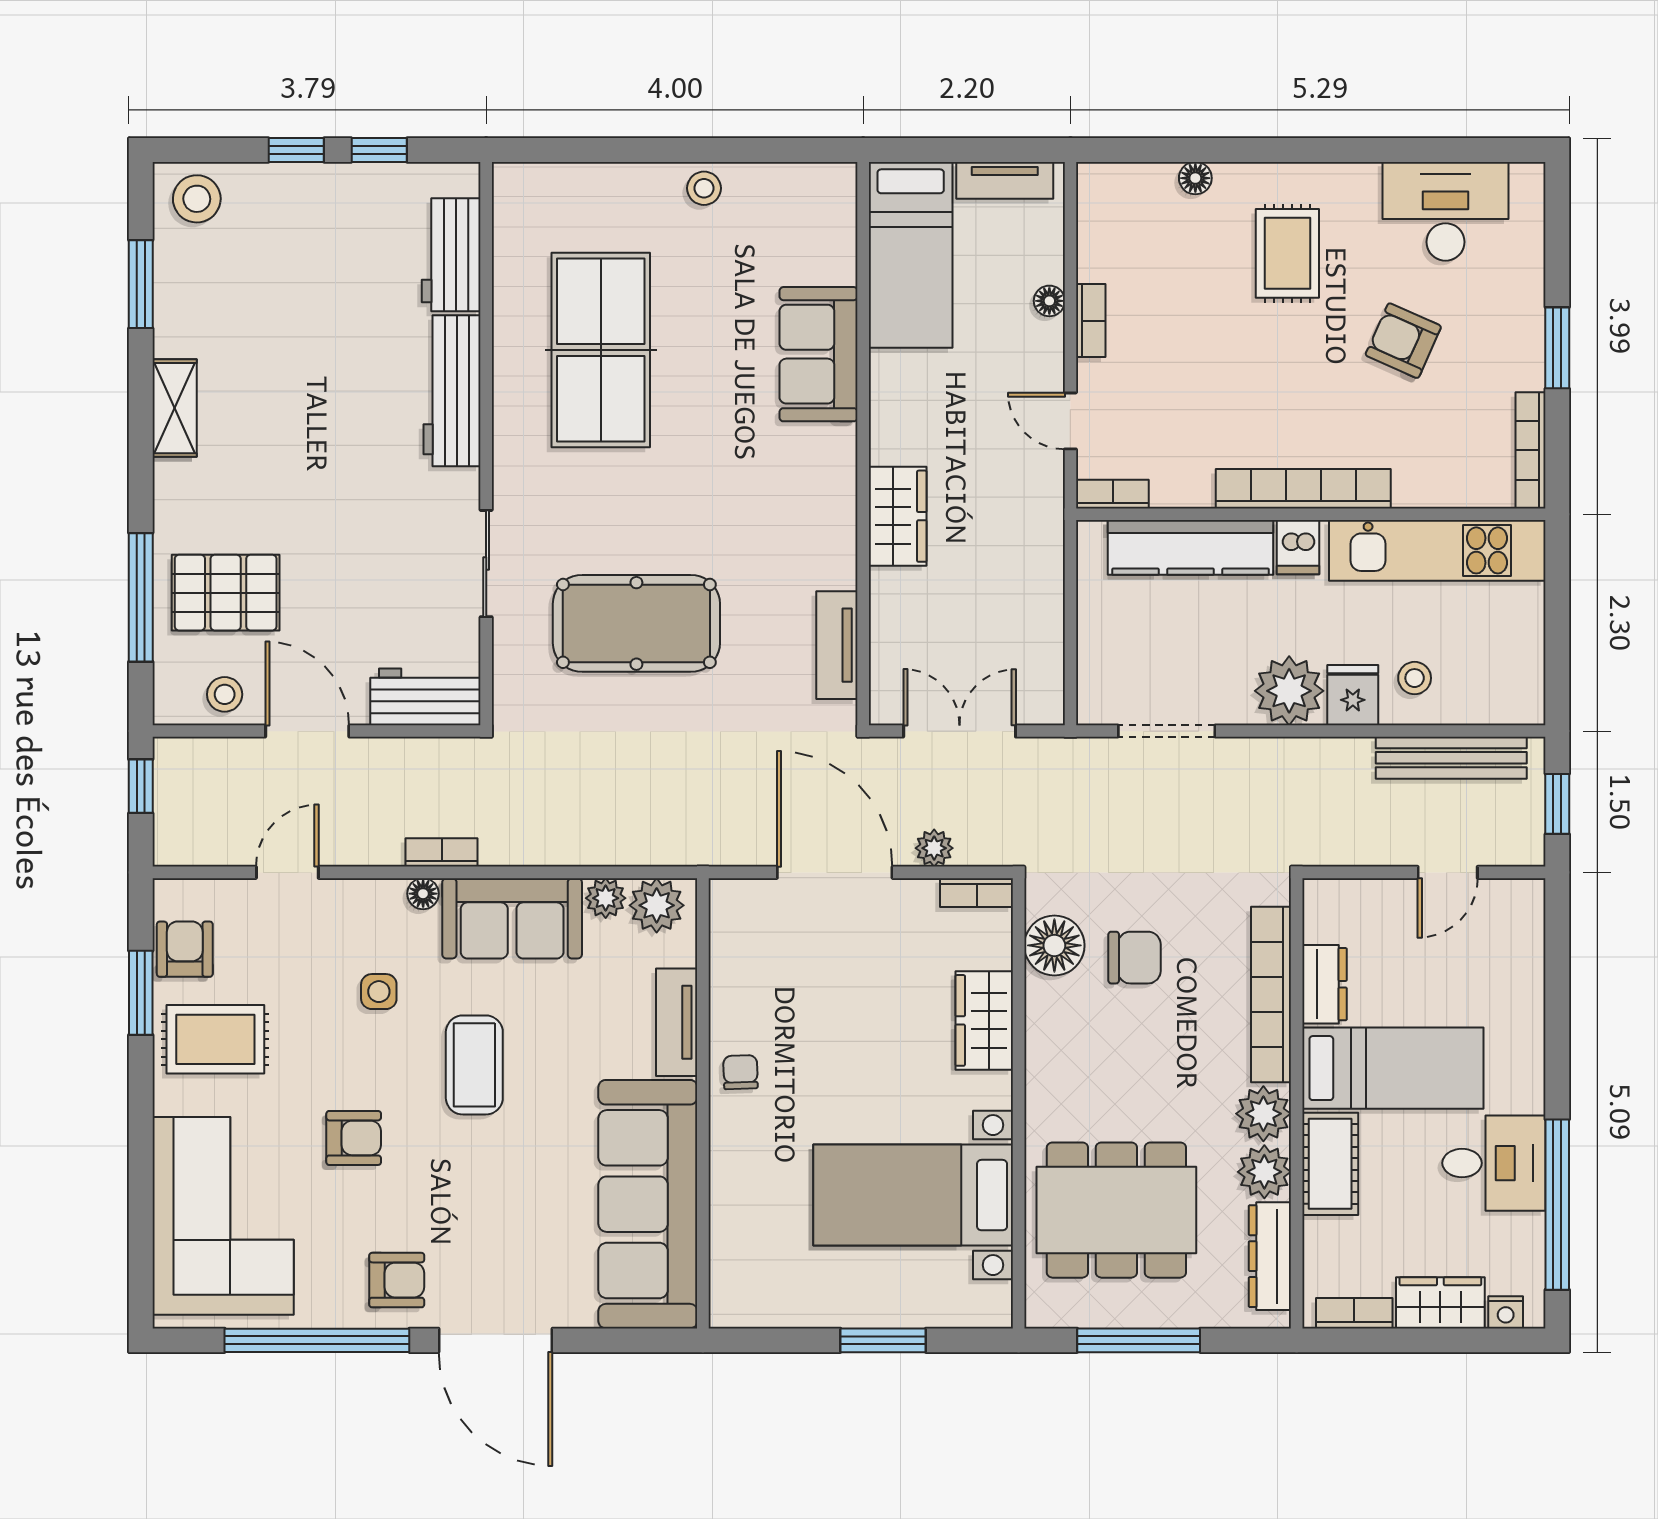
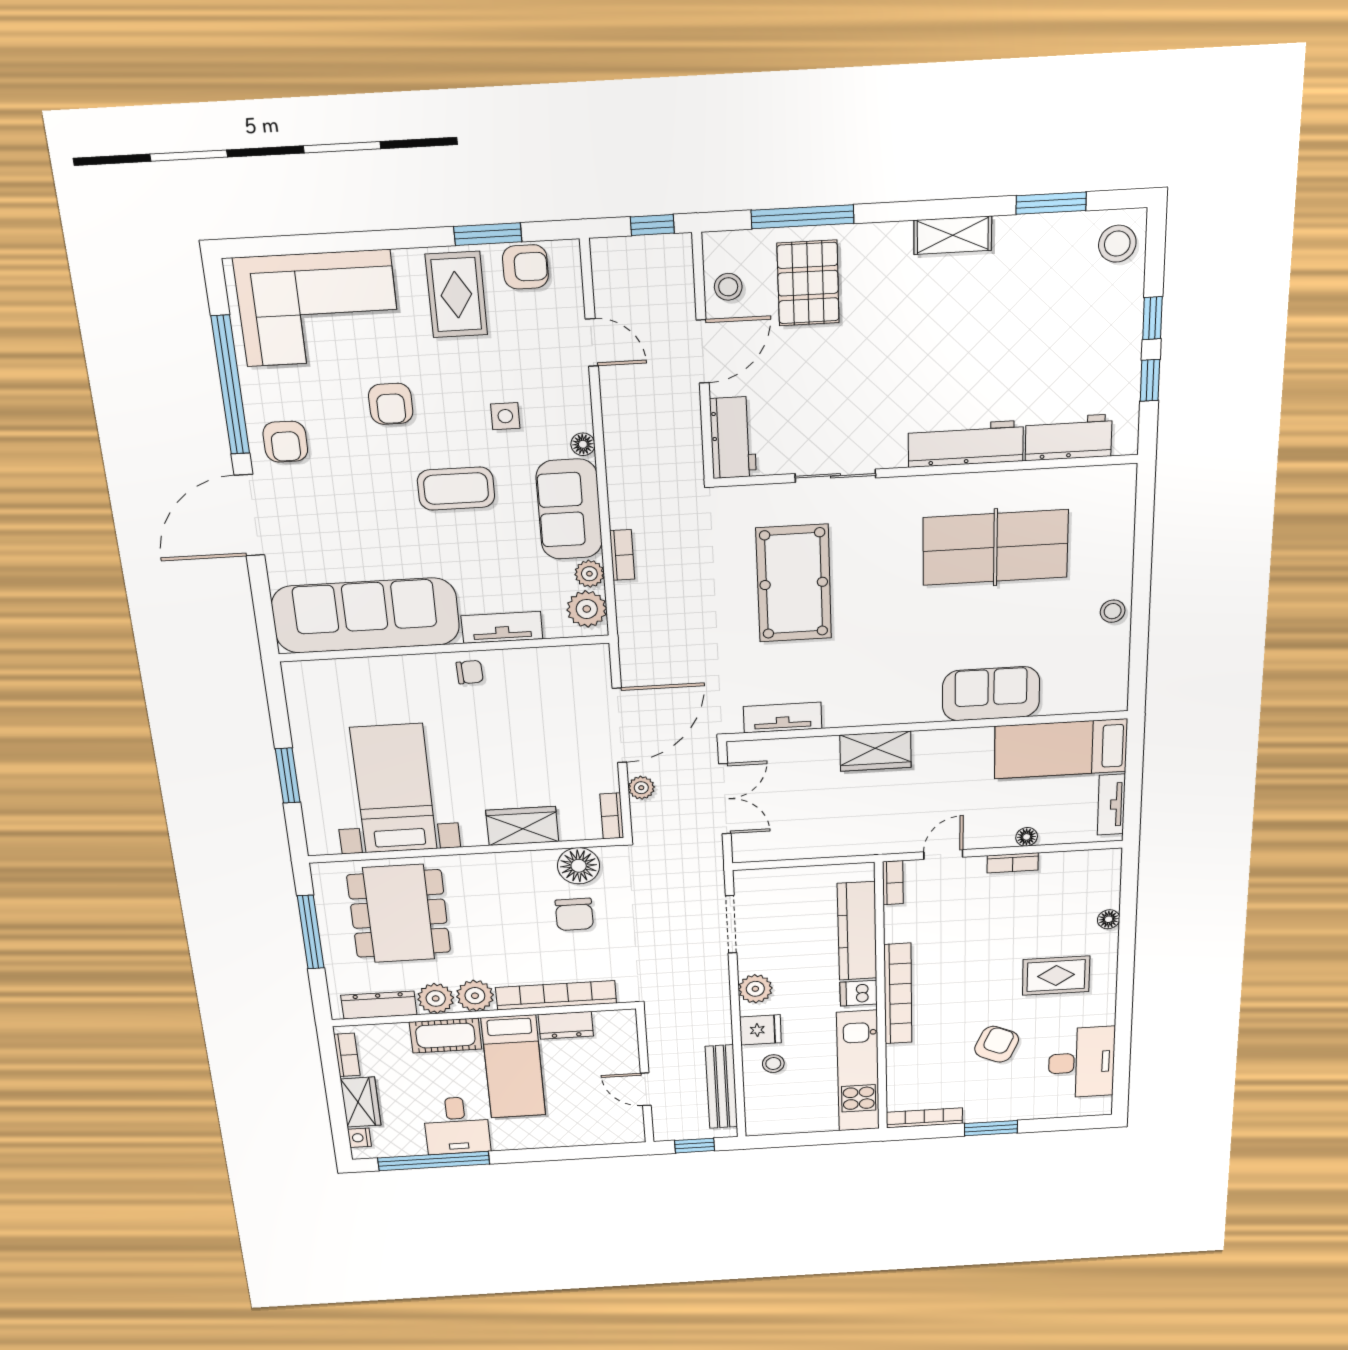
plant: (1289, 691) -> (755, 989), width x0.73, depth x0.73
bookcase: (442, 852) -> (622, 555), moved

